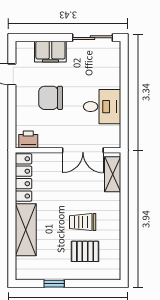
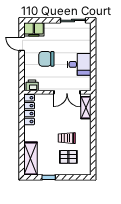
filing cabinet: (50, 52) -> (34, 29), moved
shelving: (26, 230) -> (30, 159), moved

